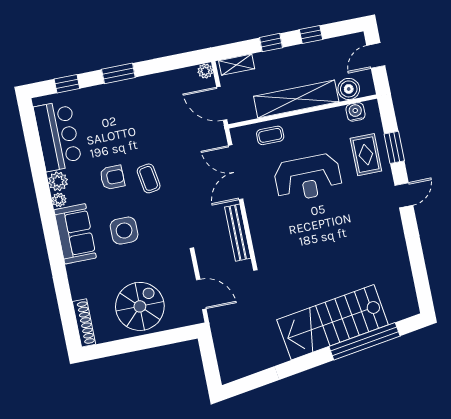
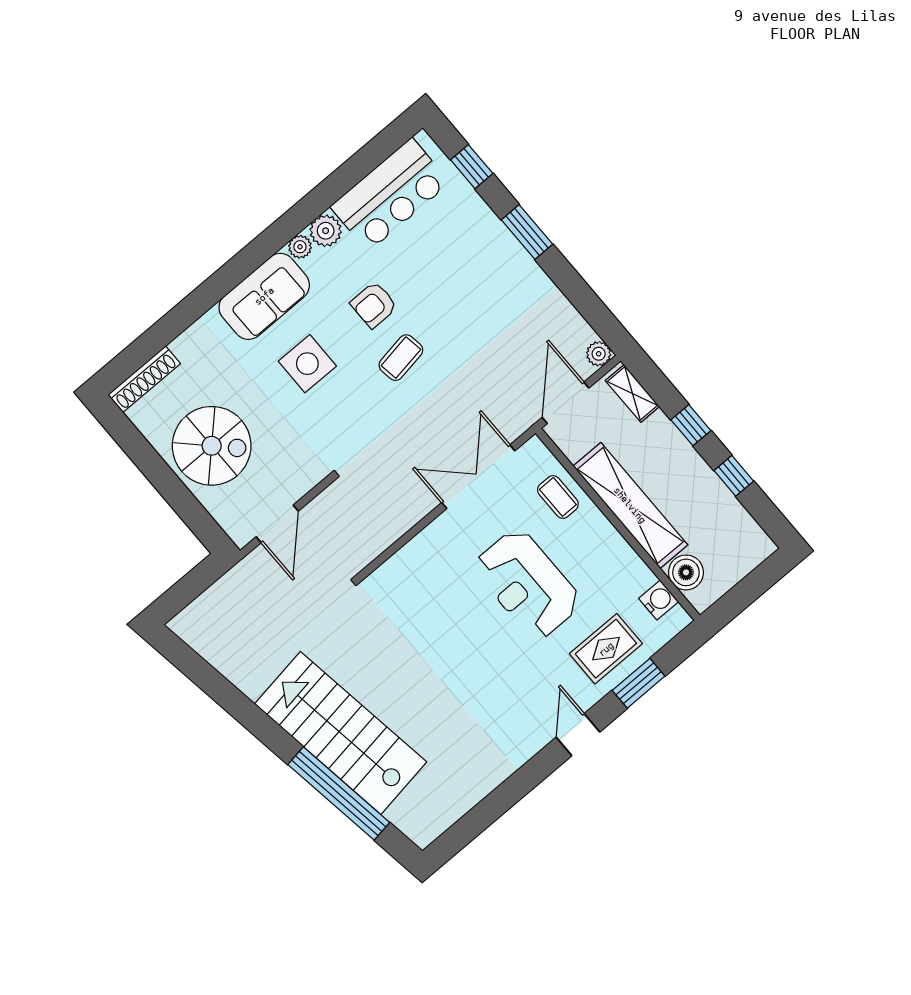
door: (376, 56) -> (755, 585), removed
armchair: (112, 177) -> (374, 305), turned 90
door: (404, 195) -> (578, 735), swing flipped
bench: (238, 233) -> (394, 527), removed

